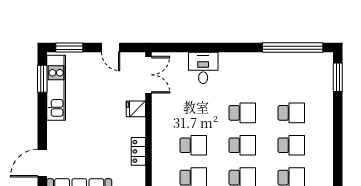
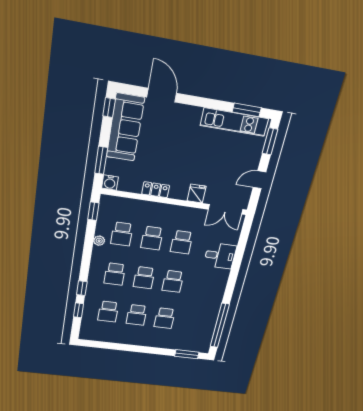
school desk: (193, 113) -> (182, 242), added

